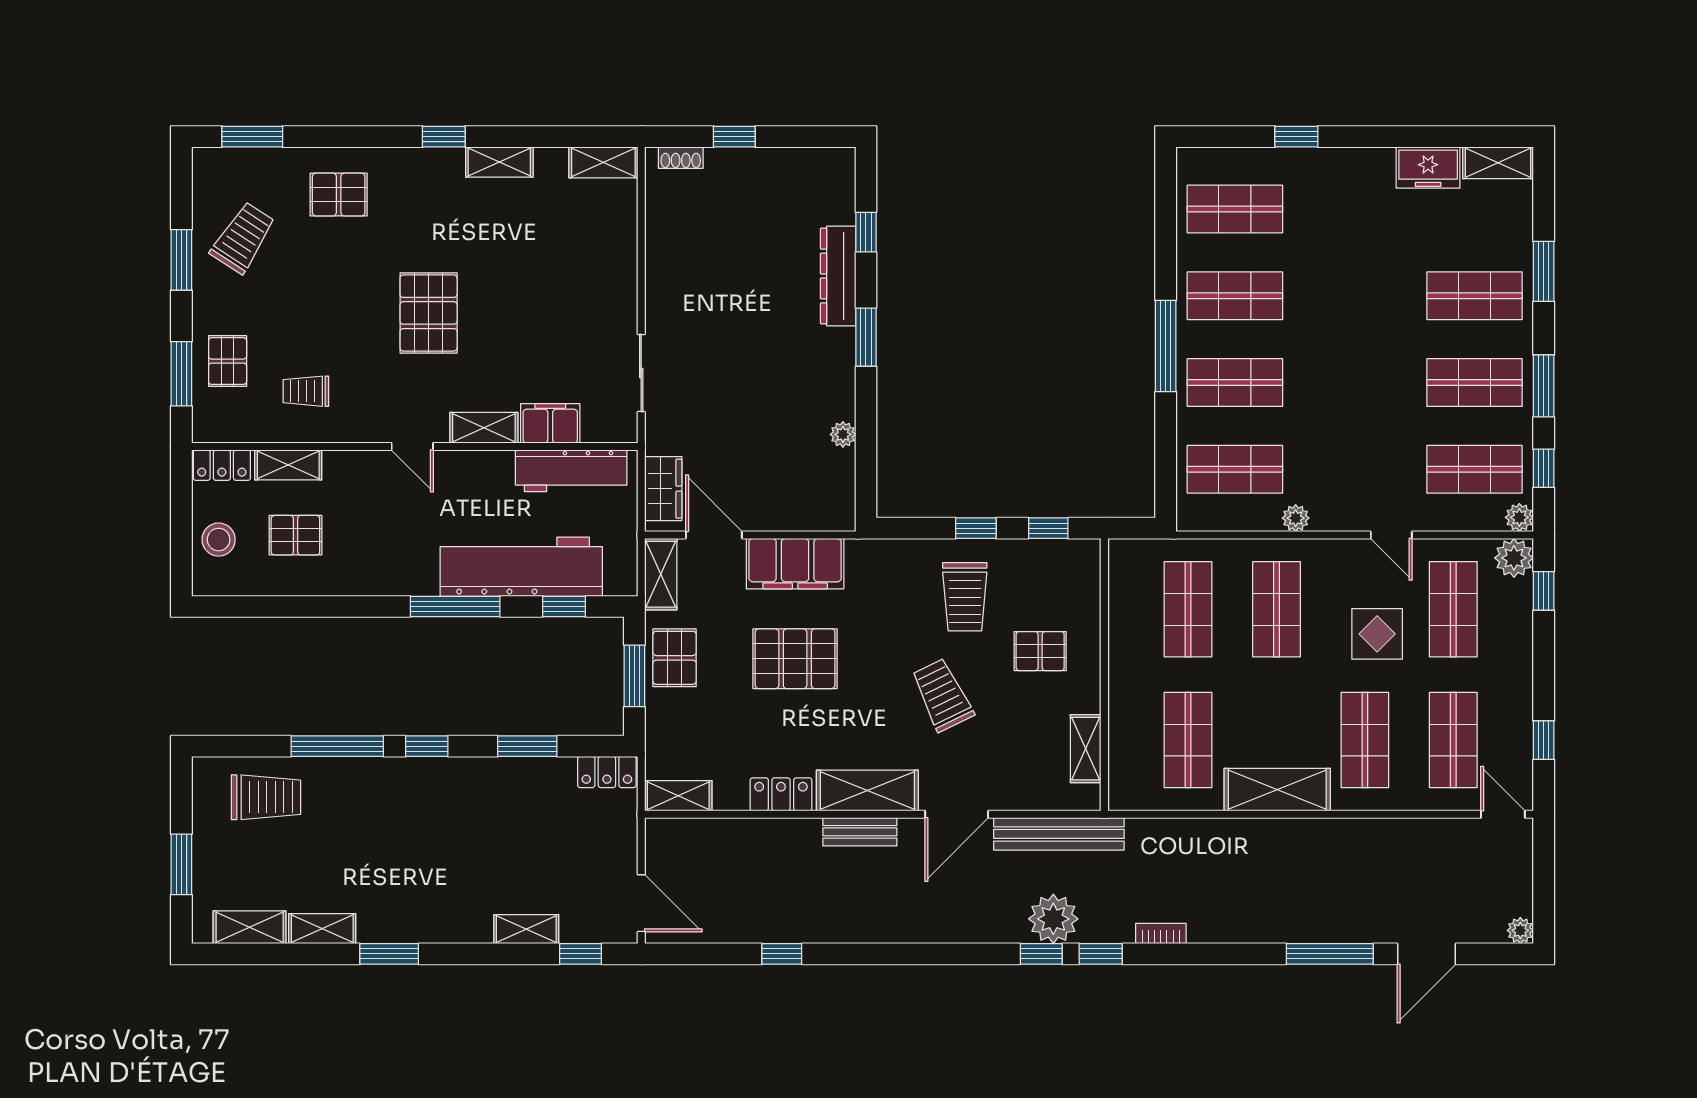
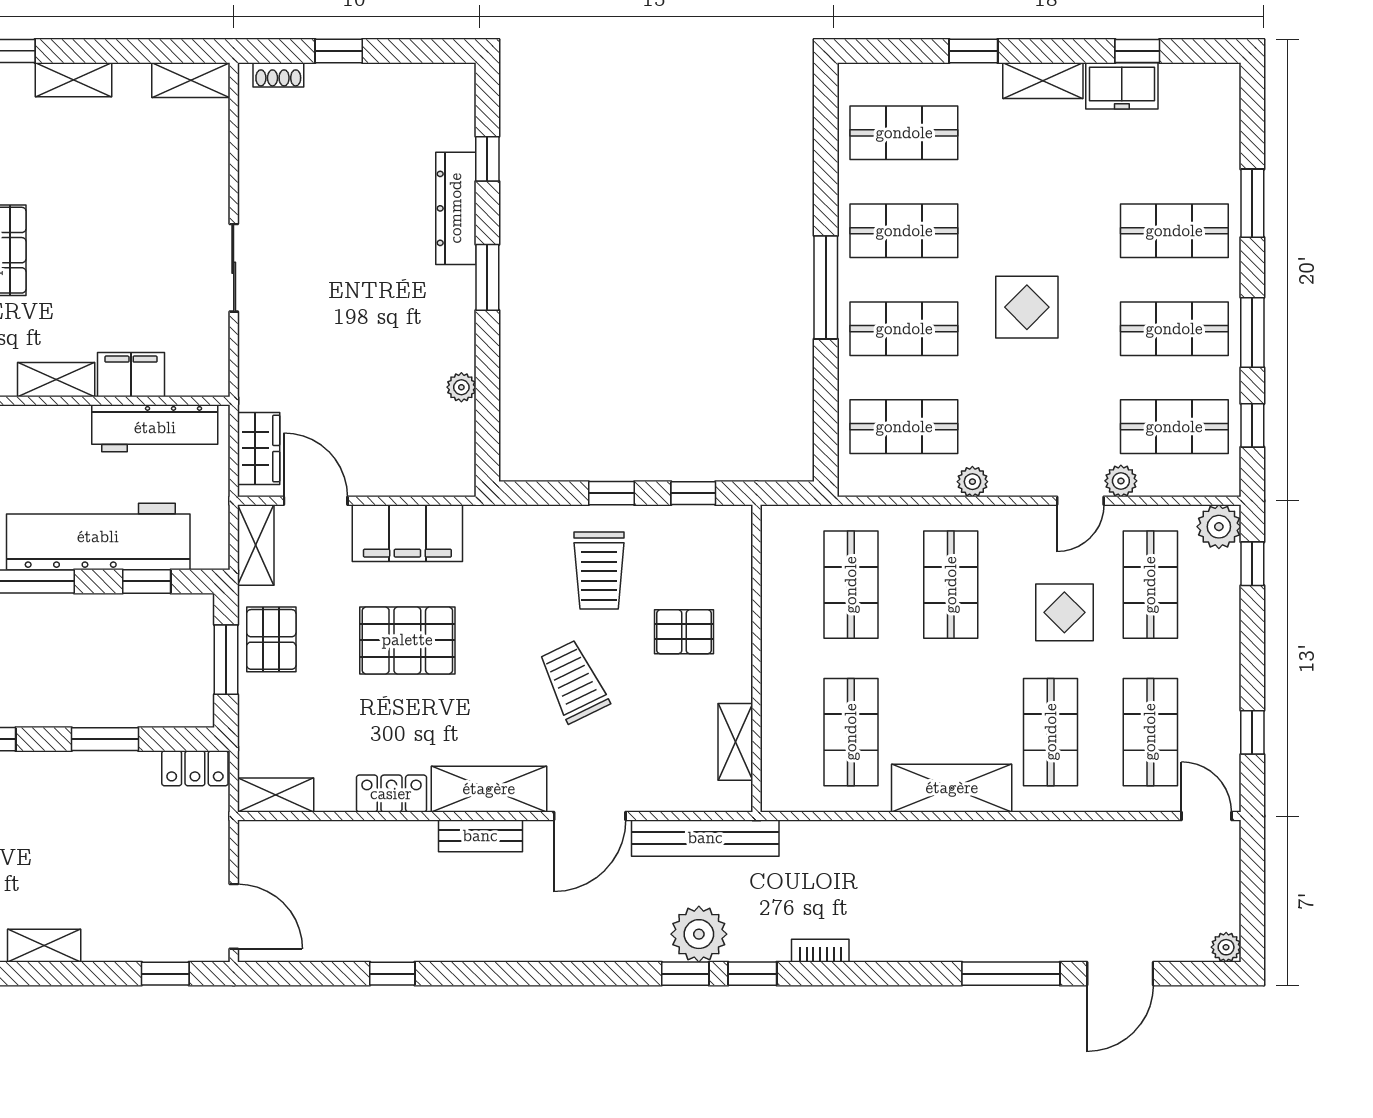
window: (1442, 137) -> (1137, 51), added
shelving: (1498, 163) -> (1043, 81), moved
display table: (1344, 364) -> (1027, 307), added
sliding door: (641, 373) -> (234, 268), moved
plant: (1519, 517) -> (1121, 481), moved
door: (1391, 535) -> (1080, 501), hinge flipped
shelving: (526, 929) -> (44, 946), moved

